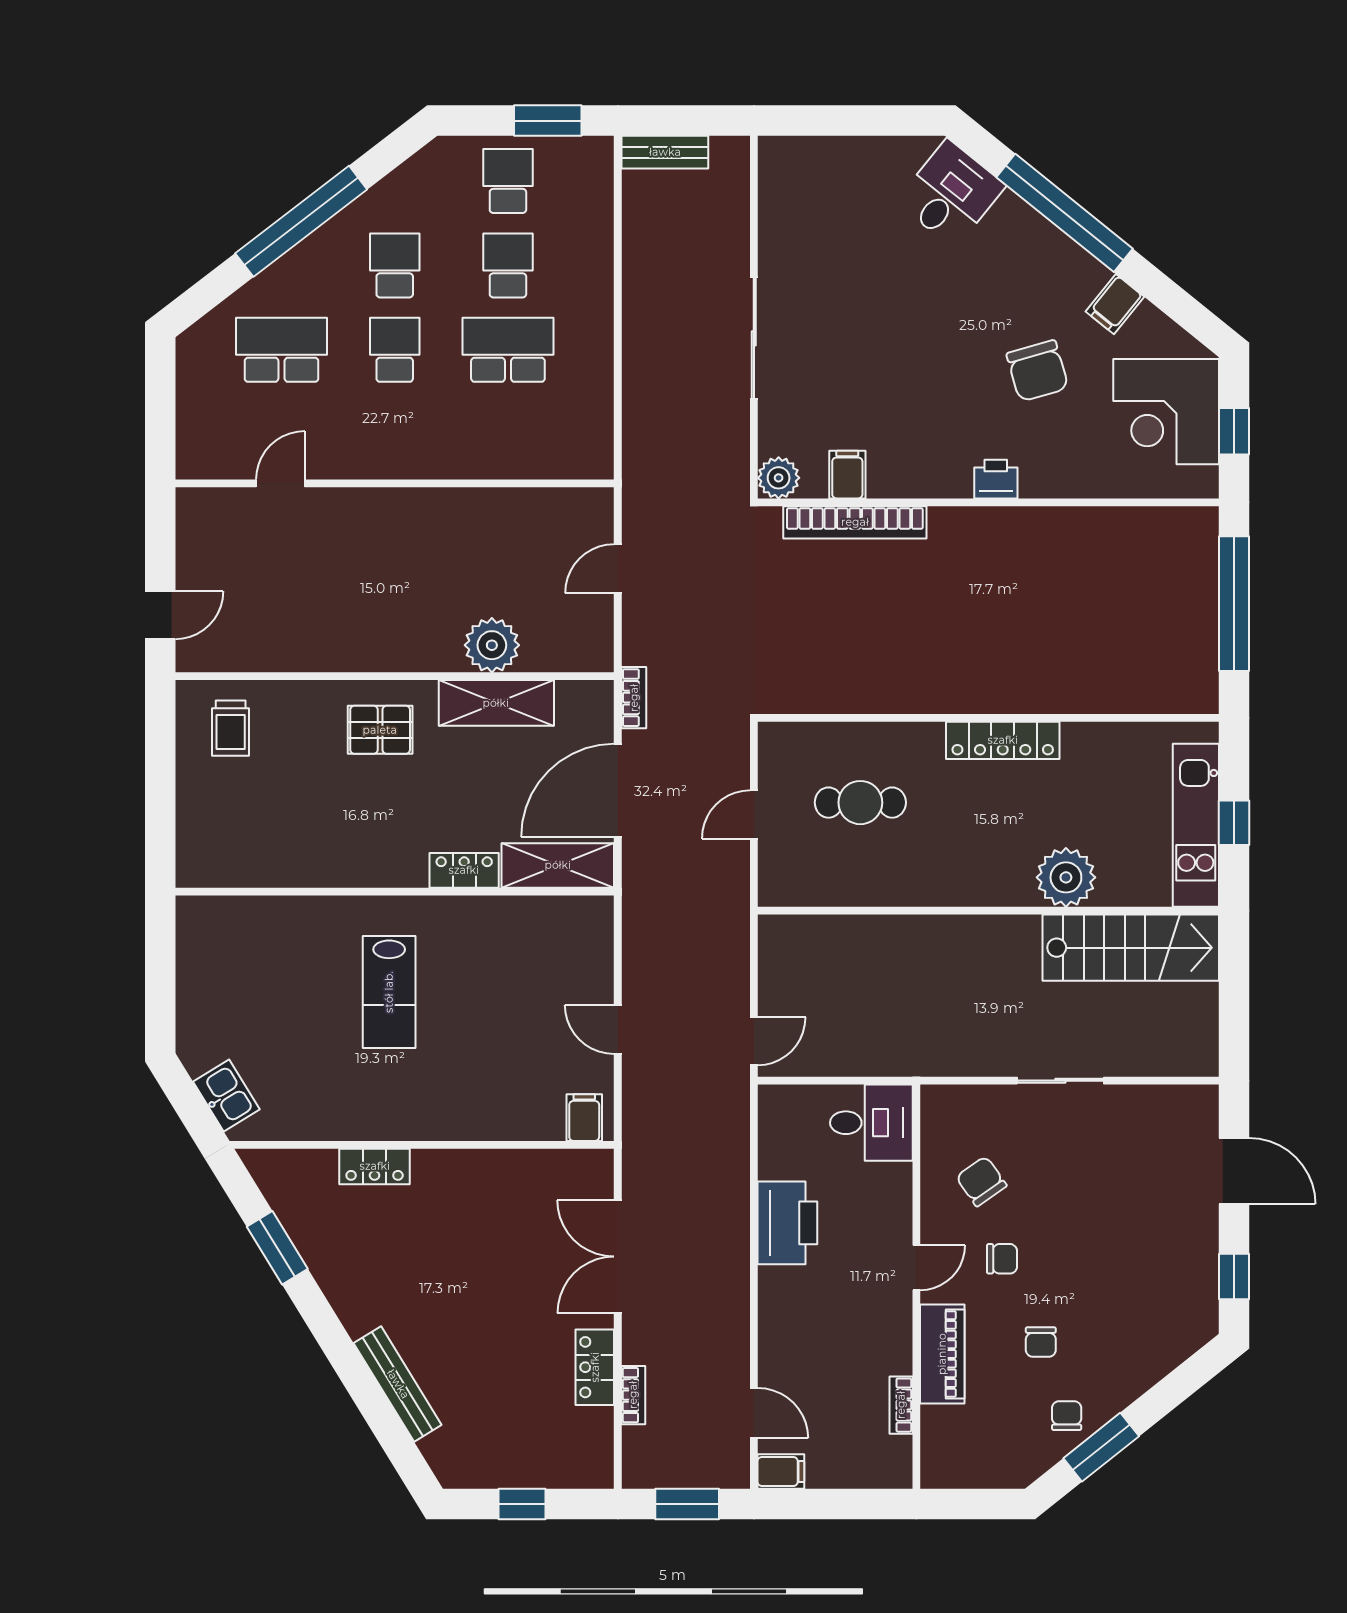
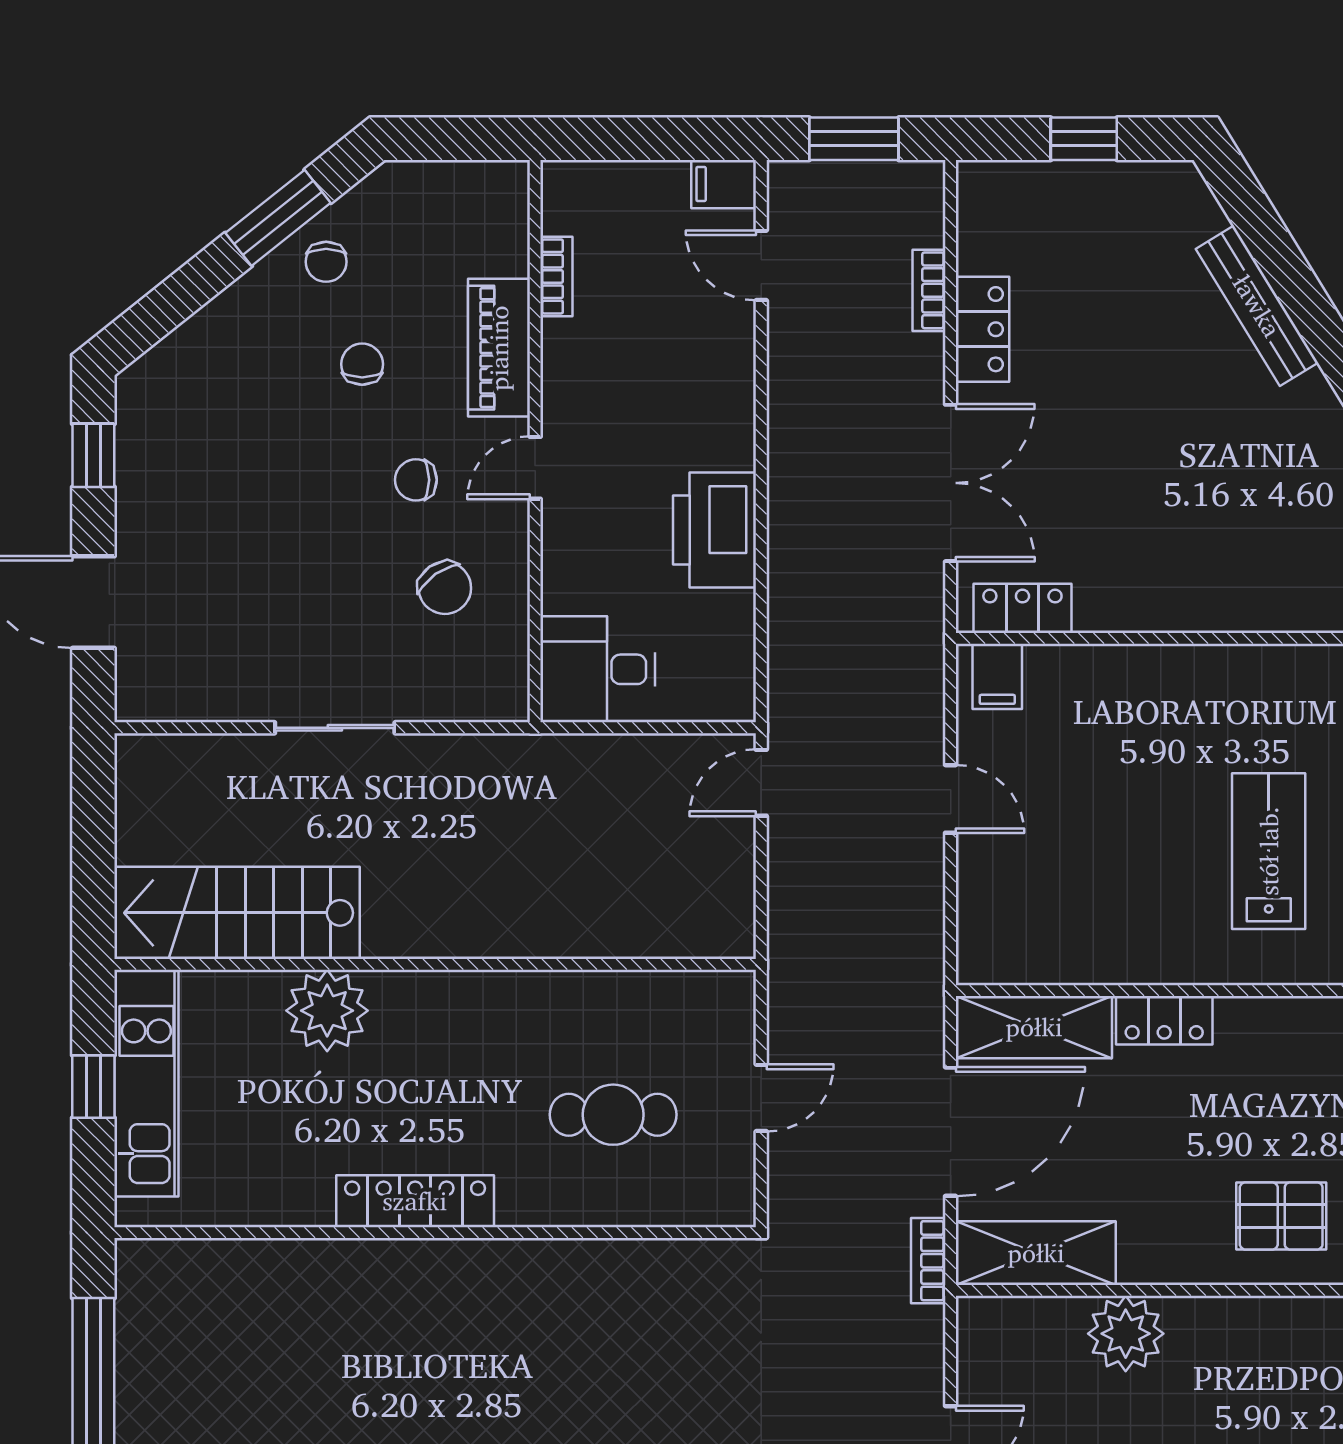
shelving: (496, 703) -> (1036, 1253), moved
locker: (375, 1166) -> (1022, 608), moved

